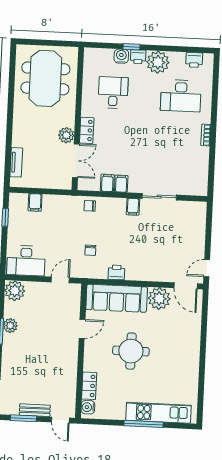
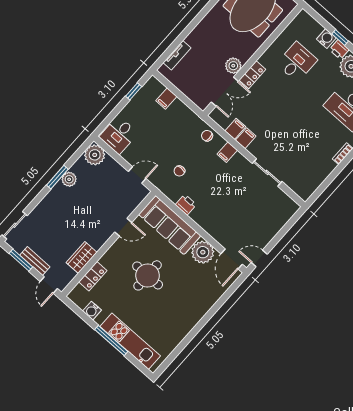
filing cabinet: (133, 207) -> (227, 152), moved
desk: (26, 261) -> (119, 135), width x0.73
wardrobe: (69, 378) -> (82, 258), added
water cooler: (88, 407) -> (92, 311), moved, turned -90

